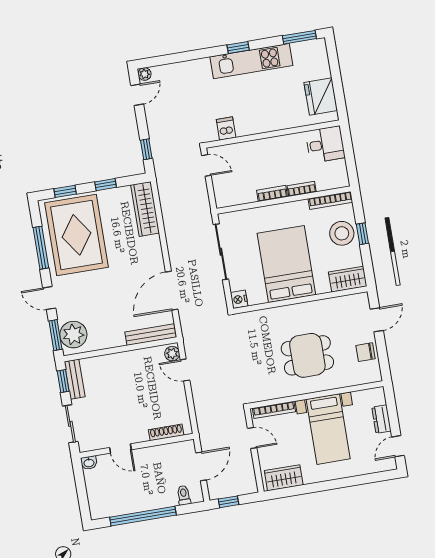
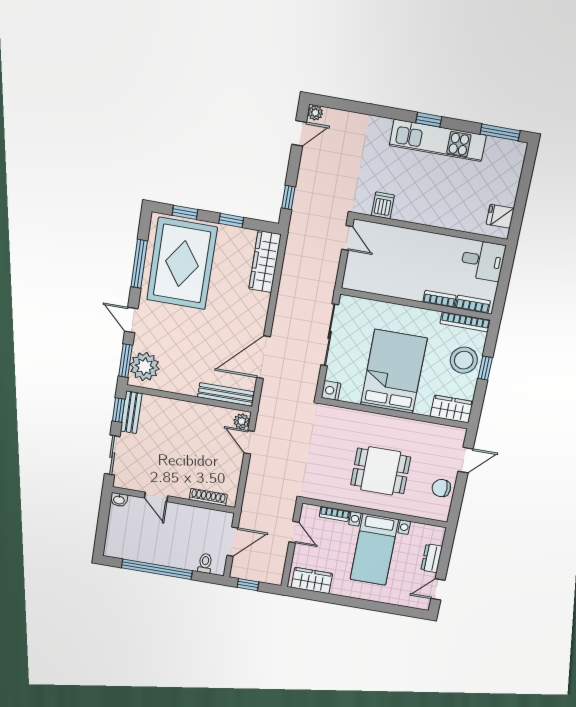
fridge: (321, 96) -> (500, 216), width x0.53, depth x0.75
bookcase: (272, 193) -> (473, 304), moved
bookcase: (274, 410) -> (334, 514), width x0.64

